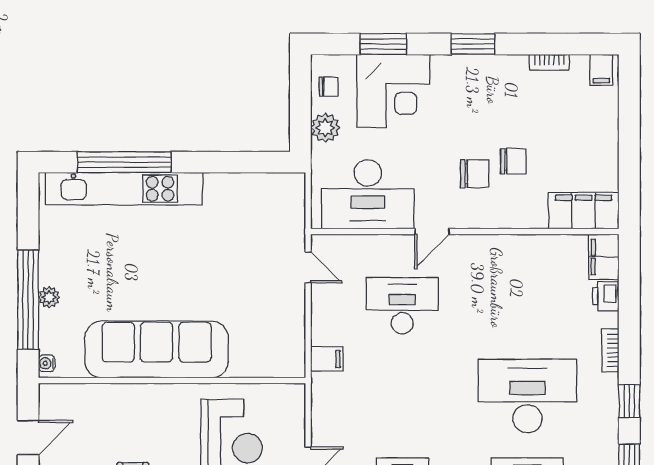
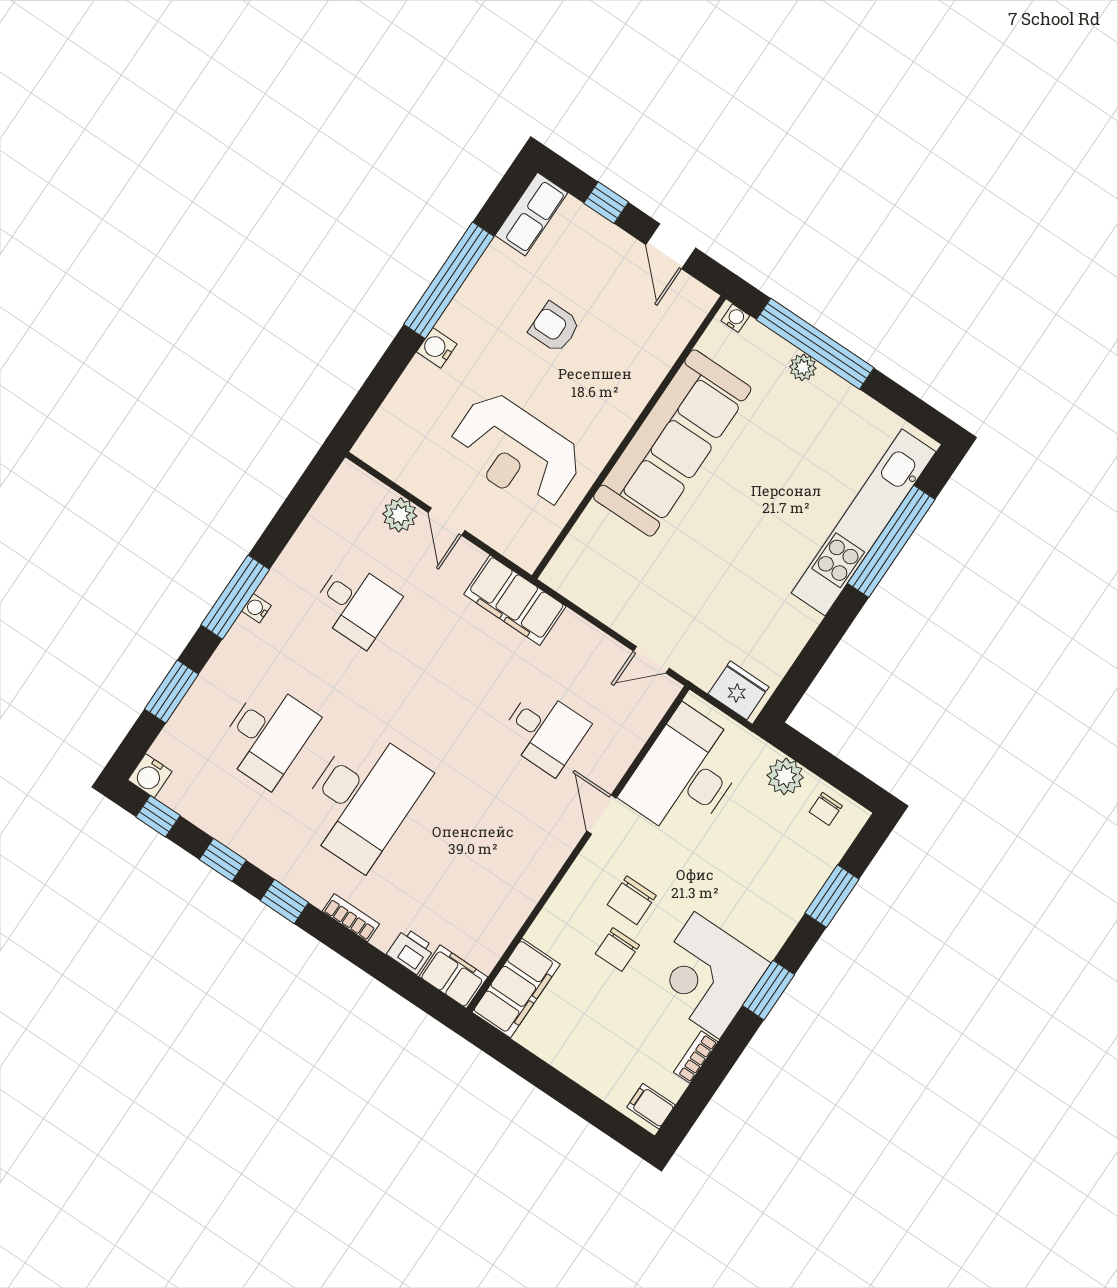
corner desk: (393, 91) -> (707, 975), moved
fridge: (290, 196) -> (738, 690), added
desk: (402, 306) -> (544, 731), width x0.73
filing cabinet: (327, 359) -> (515, 600), width x3.00, depth x1.17

